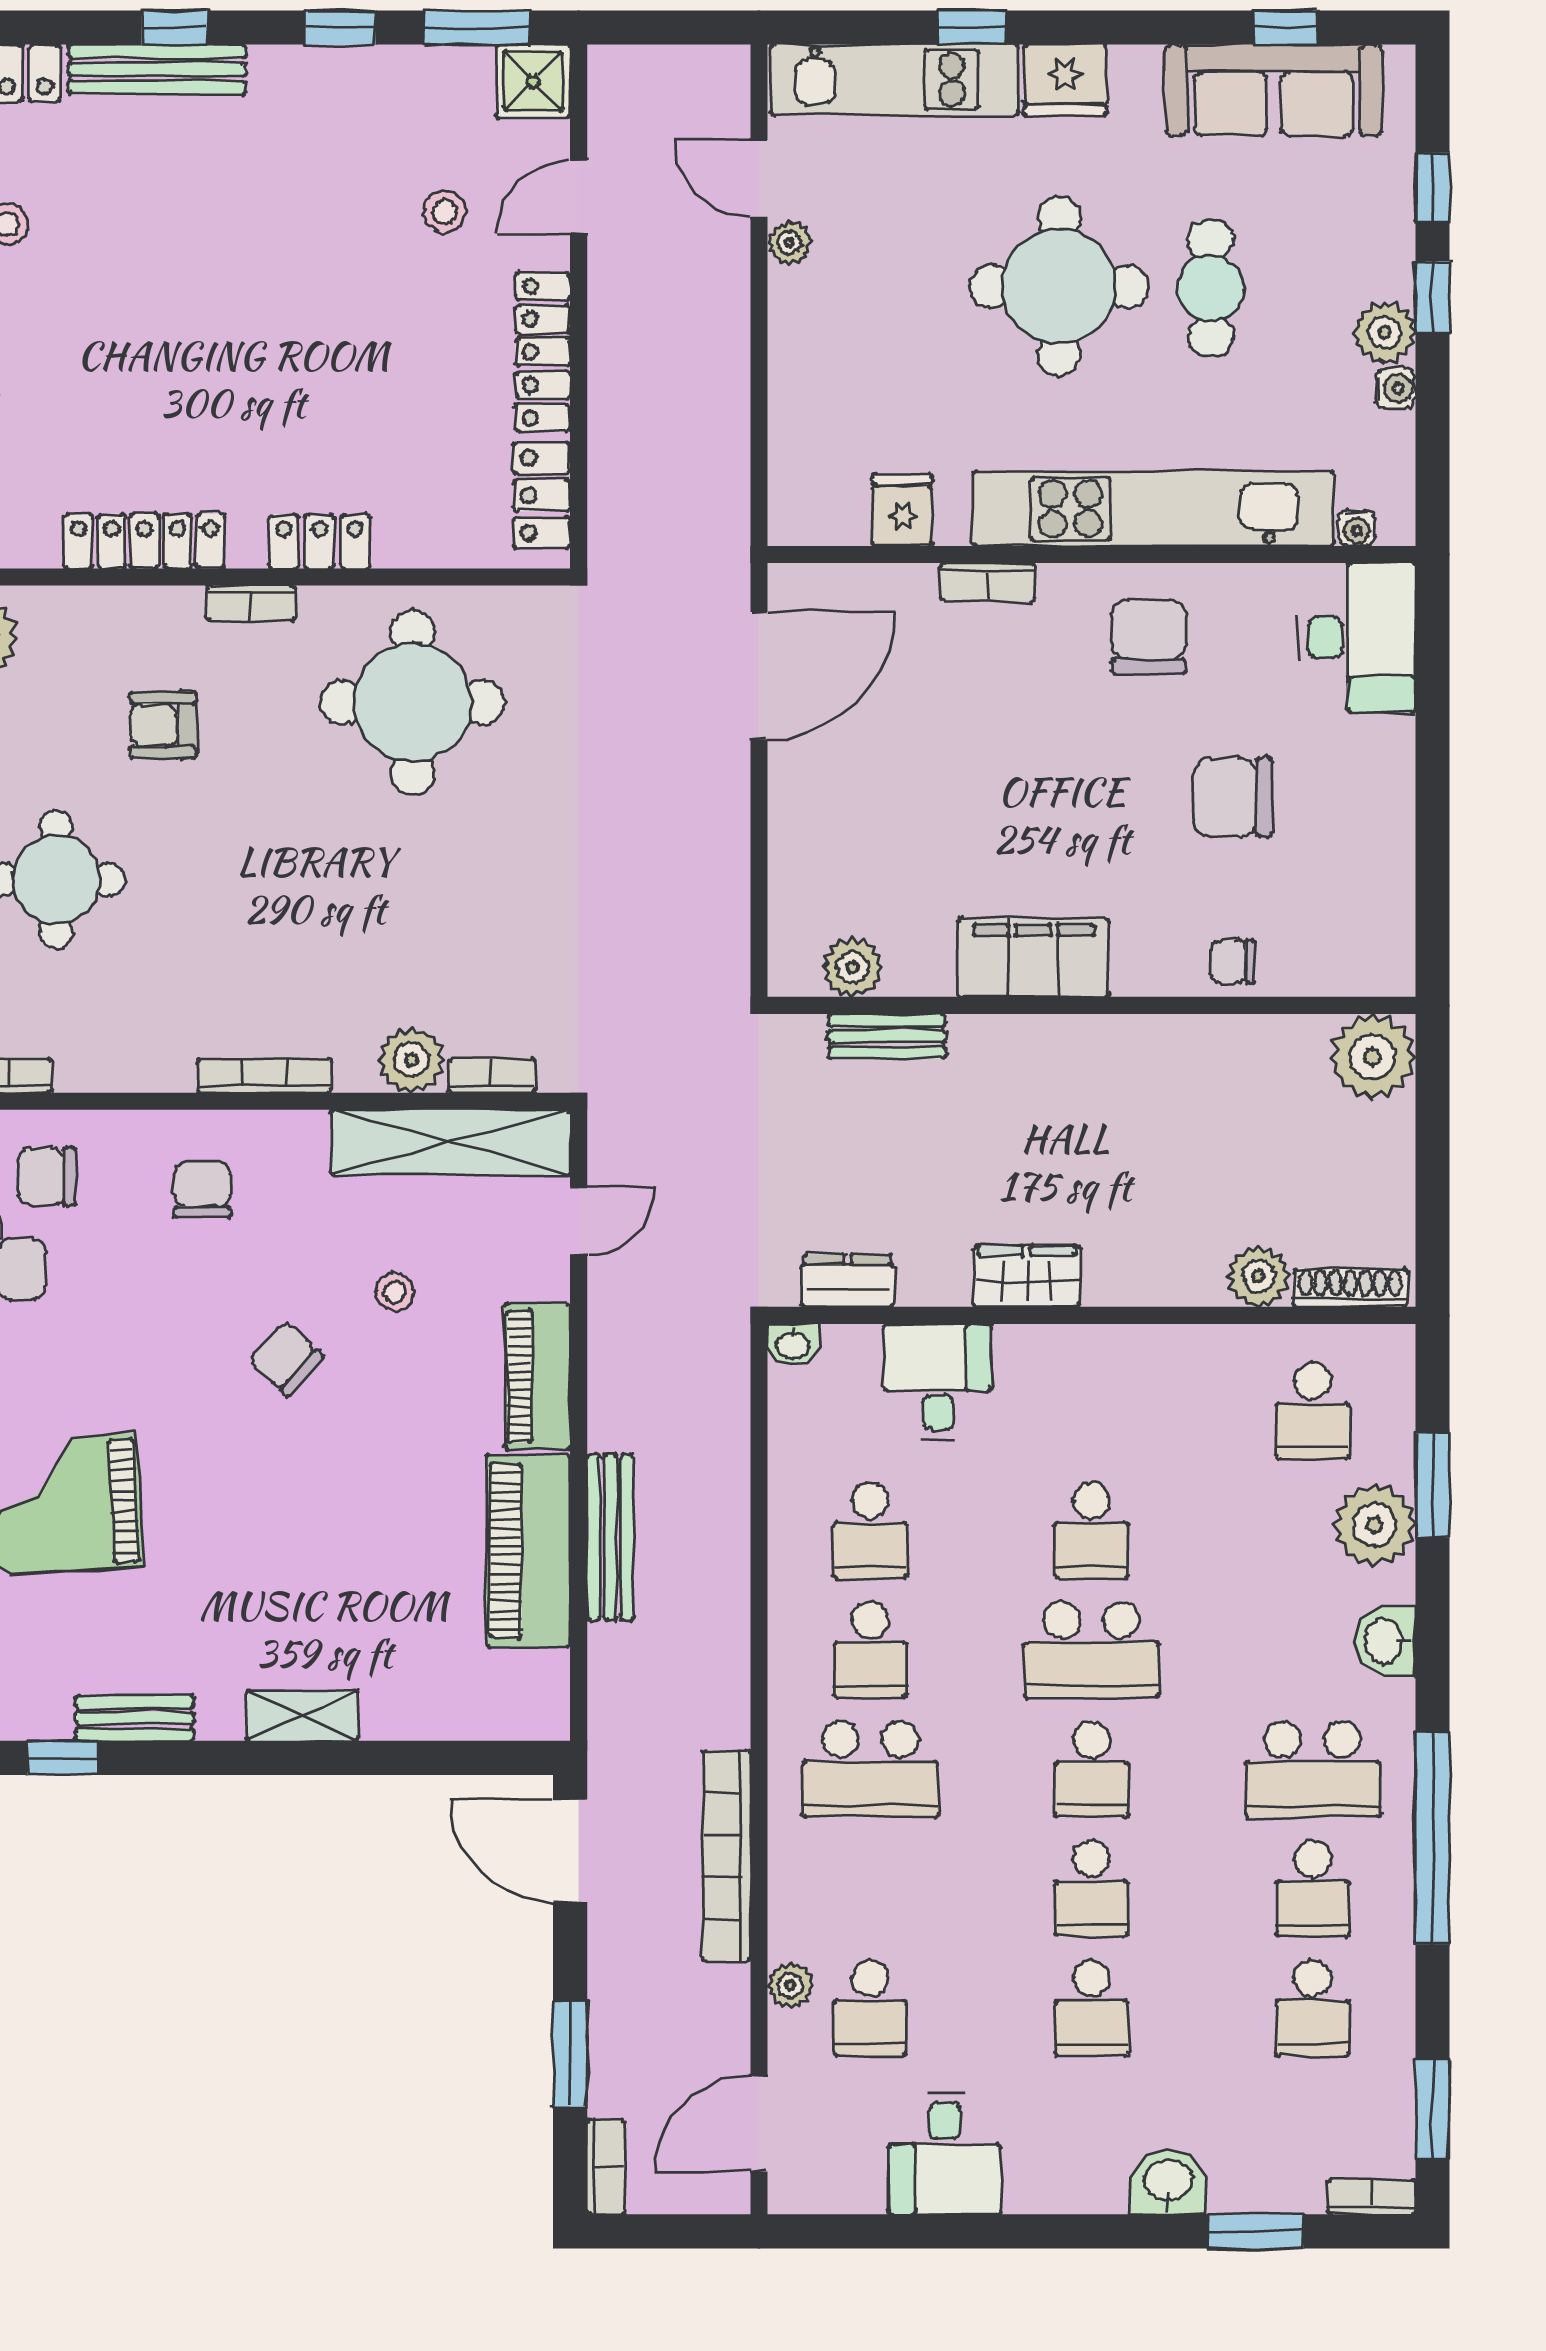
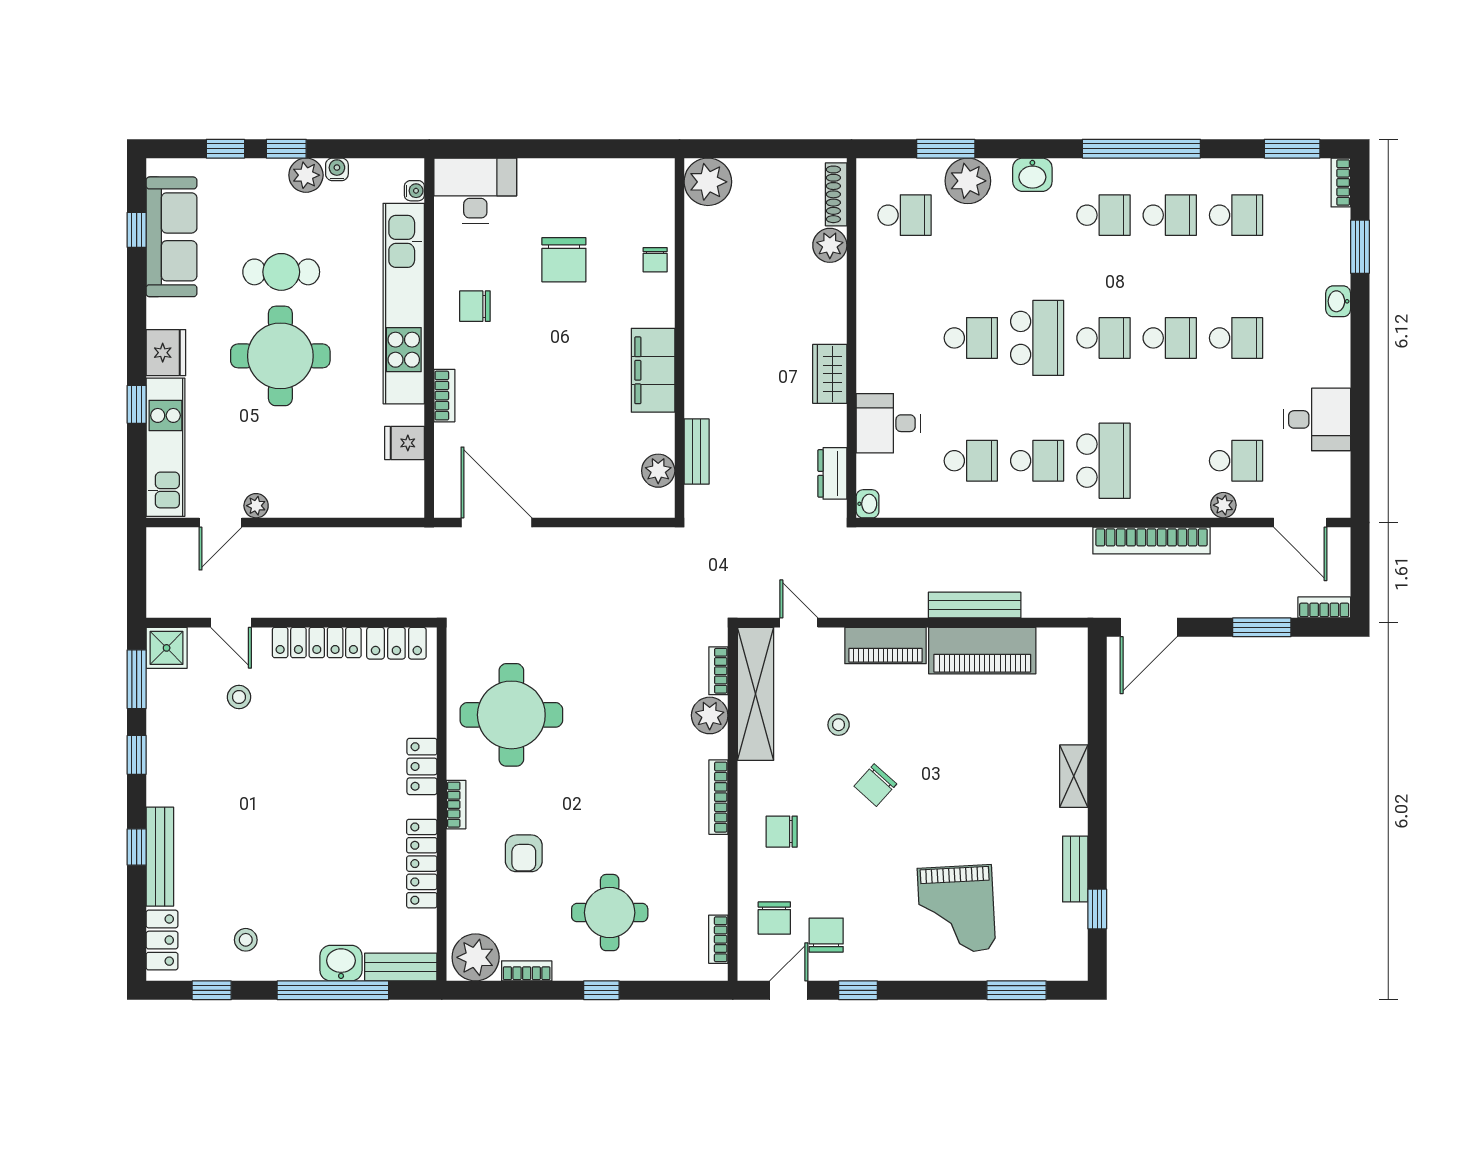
chair: (1149, 637) -> (475, 306), width x0.73, depth x0.73
school desk: (1313, 1769) -> (1103, 215), width x0.54
washbasin: (1168, 2182) -> (1338, 301), width x0.72, depth x0.69

